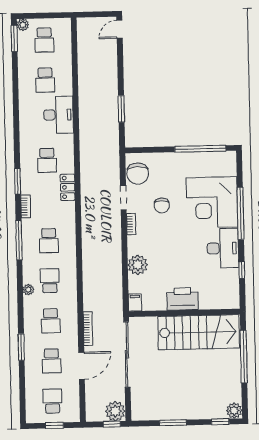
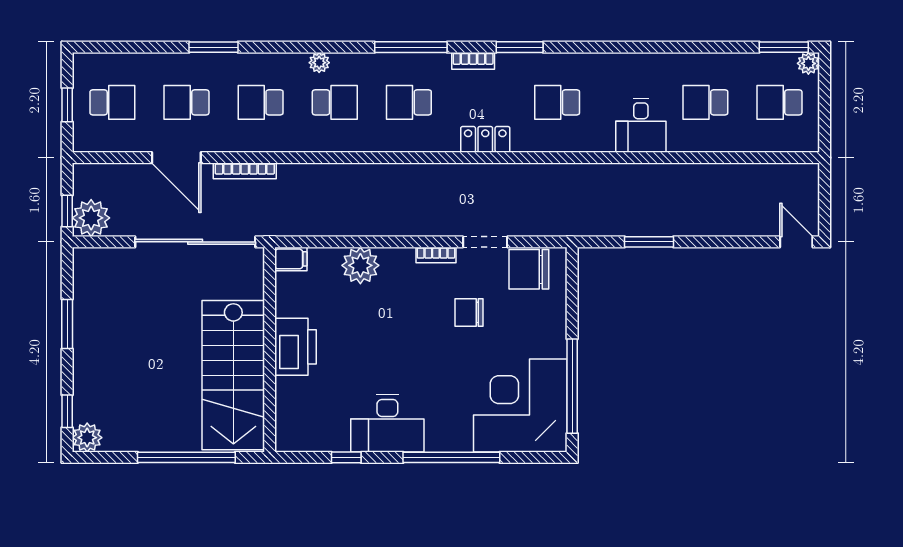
desk: (58, 115) -> (641, 125), width x0.73
locker: (68, 187) -> (485, 139), moved
corner desk: (212, 202) -> (520, 405), moved

